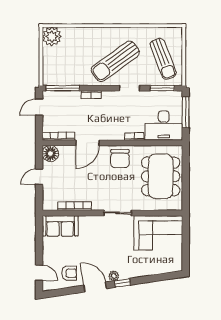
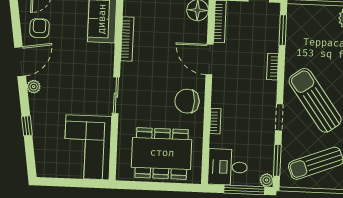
window: (63, 88) -> (283, 30), width x0.69
plant: (177, 96) -> (267, 180), added
desk: (164, 126) -> (228, 167), width x0.73
armchair: (69, 273) -> (39, 28), turned 180
window: (122, 283) -> (27, 126), moved

